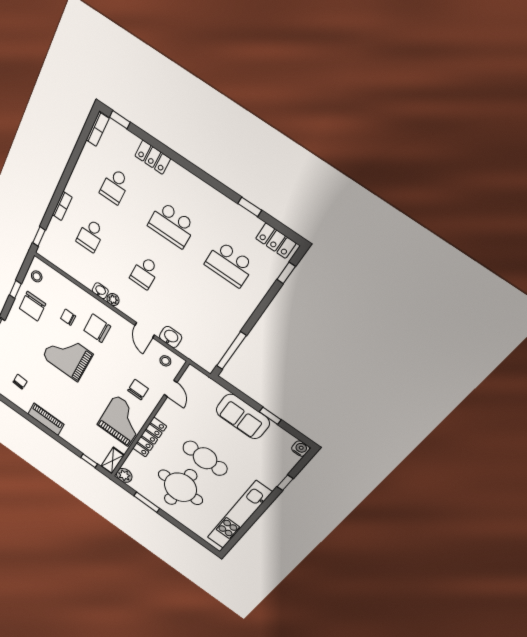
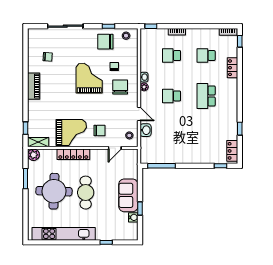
school desk: (229, 264) -> (206, 136), removed
door: (145, 330) -> (139, 114), swing flipped
water cooler: (301, 449) -> (133, 217), moved

